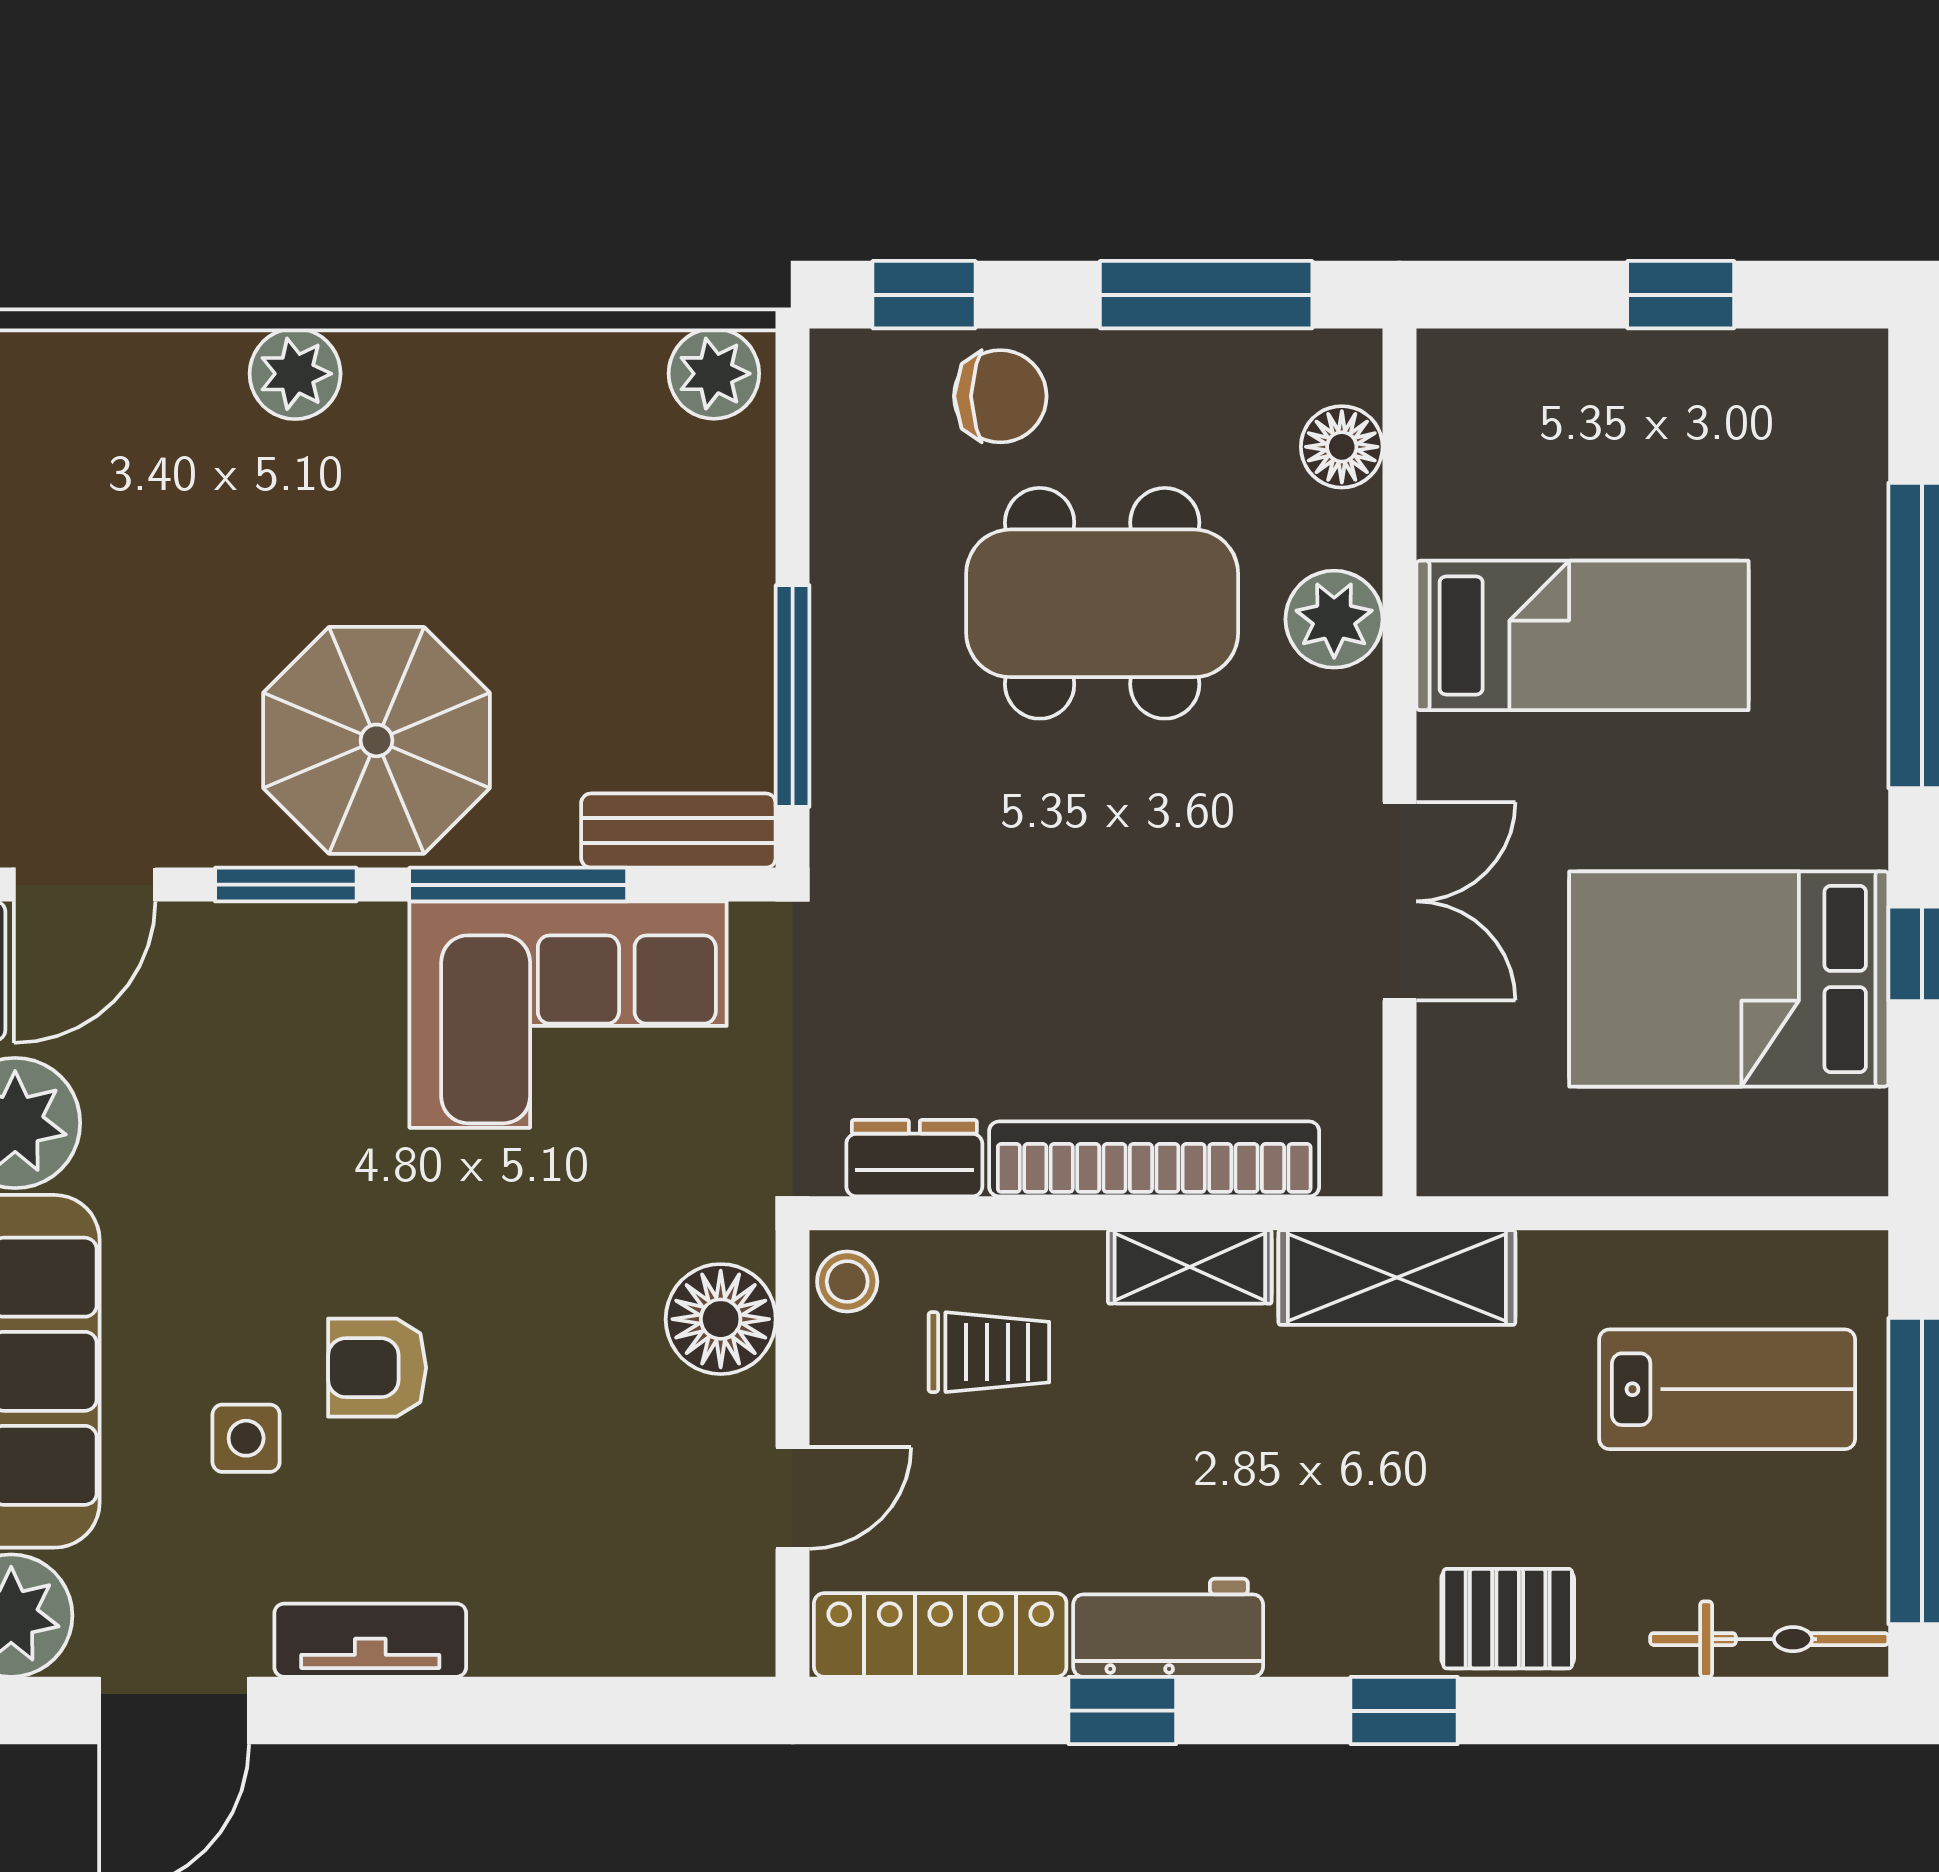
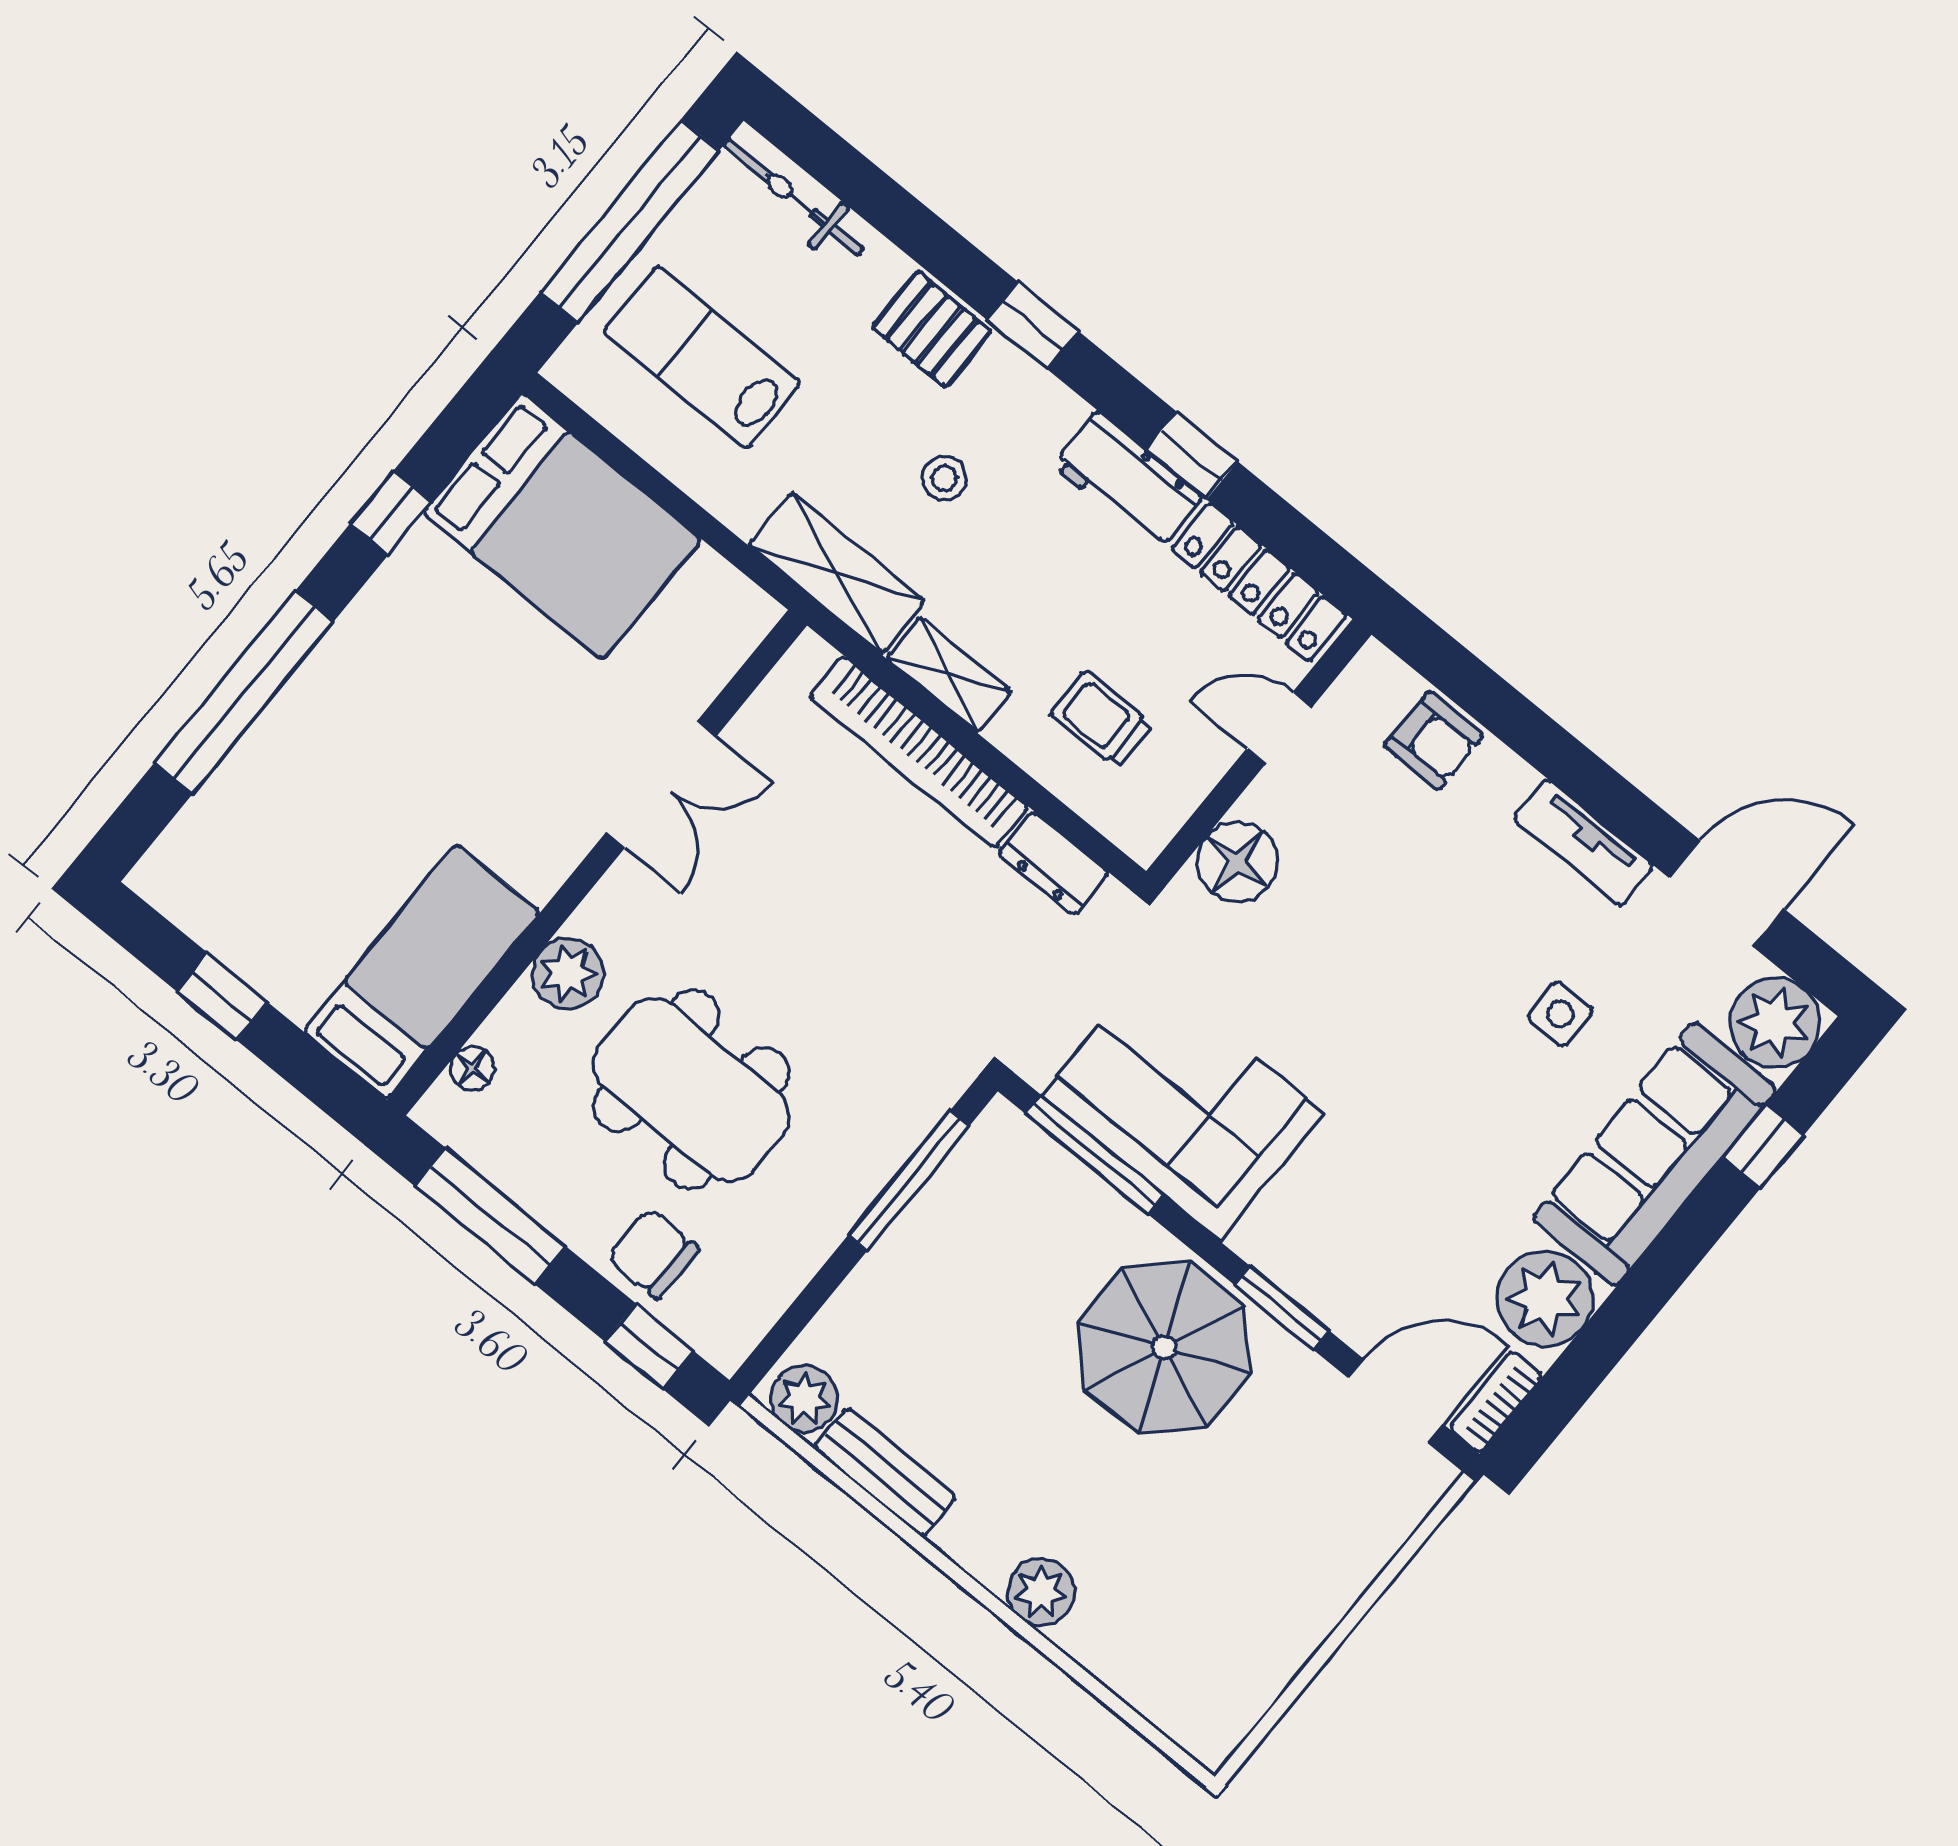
floor lamp: (1342, 447) -> (473, 1068), width x0.73, depth x0.73
bed: (1582, 635) -> (422, 971), moved, turned 90
bench: (678, 831) -> (885, 1472), moved
window: (518, 885) -> (1094, 1154), moved
double door: (1399, 901) -> (661, 784), swing flipped
bed: (1729, 979) -> (562, 526), moved
stool: (847, 1282) -> (944, 478), moved
armchair: (377, 1368) -> (1434, 741), moved

